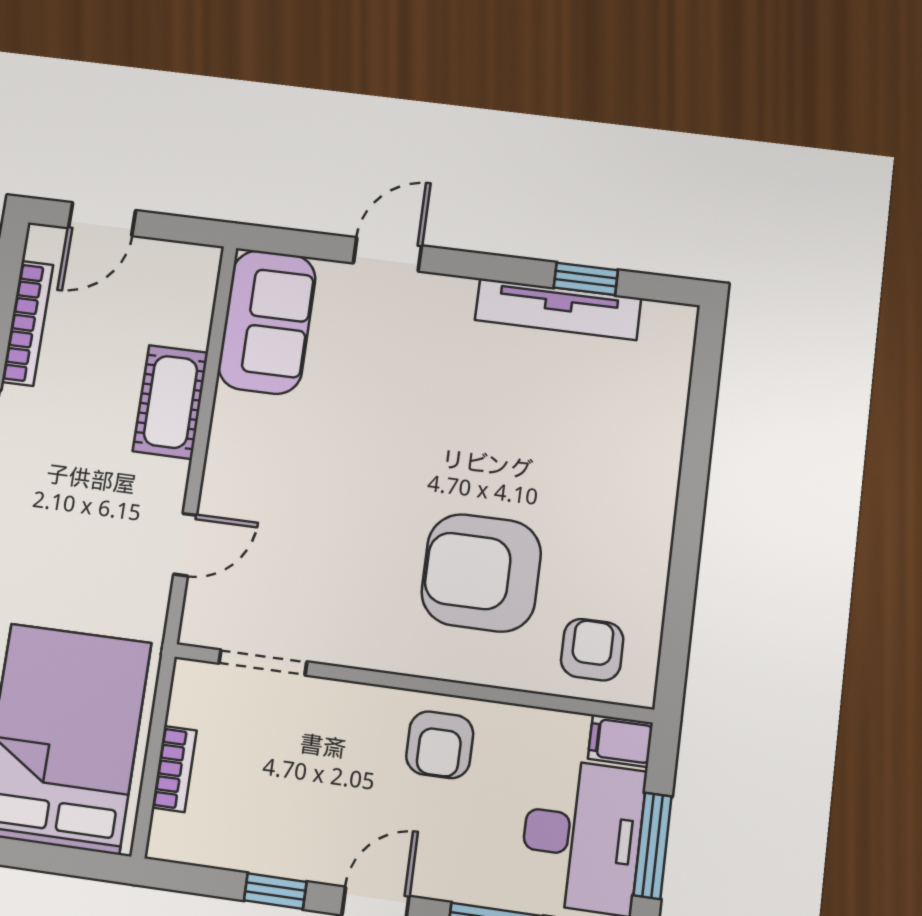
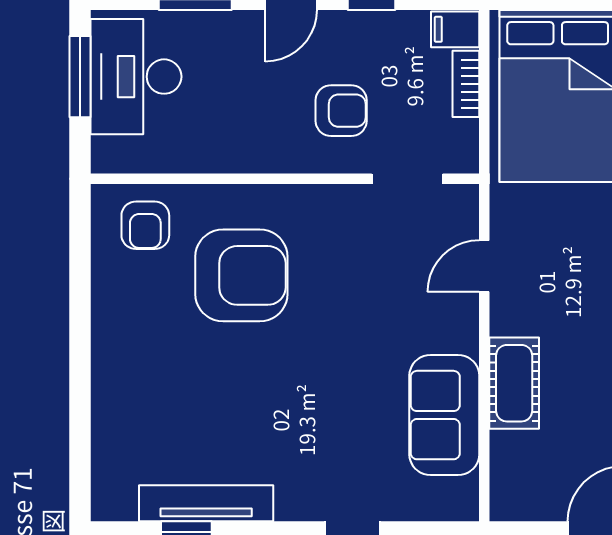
sofa: (267, 322) -> (444, 415), moved
filing cabinet: (620, 741) -> (455, 29), moved, turned 180
armchair: (440, 745) -> (341, 111), moved, turned 90

